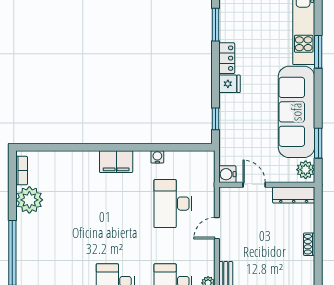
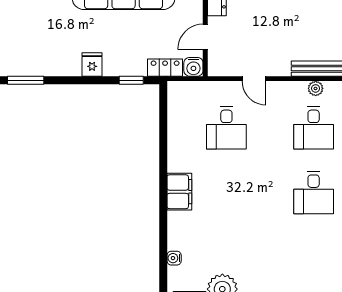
locker: (227, 58) -> (165, 68), moved
water cooler: (157, 157) -> (174, 258), moved
desk: (173, 204) -> (226, 128), width x0.73

